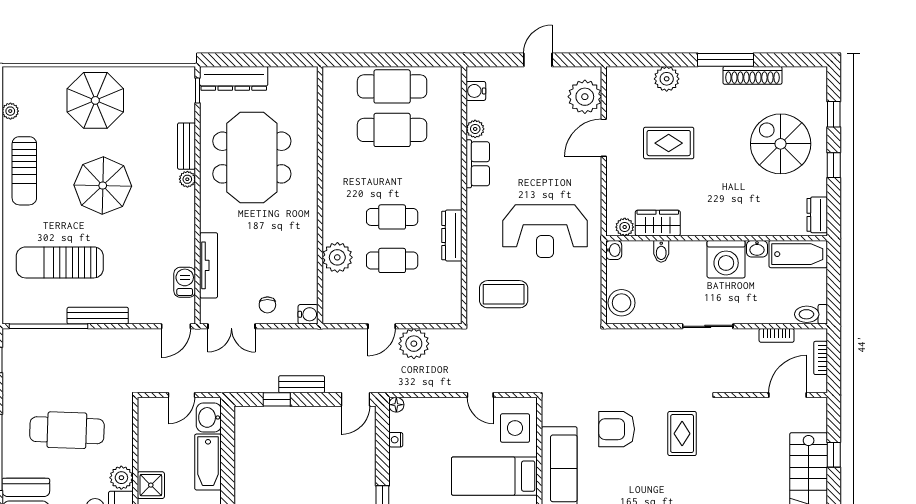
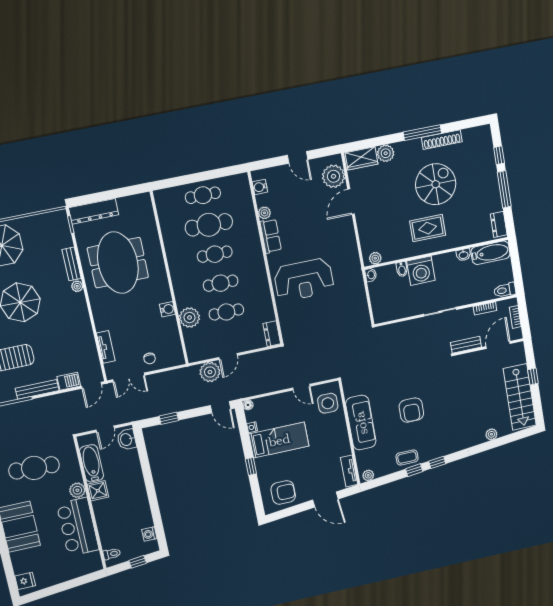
door: (538, 60) -> (298, 157), swing flipped
cafe table: (392, 86) -> (203, 195), width x0.73, depth x0.74
rug: (669, 143) -> (428, 228), moved
spiral stairs: (781, 144) -> (436, 184), moved, turned 90
window: (834, 165) -> (504, 189), width x2.17
cafe table: (392, 173) -> (215, 254), added
wardrobe: (658, 223) -> (362, 158), moved, turned 180
reception desk: (545, 231) -> (304, 280), moved
dresser: (452, 235) -> (272, 334), moved, width x0.70
washing machine: (726, 259) -> (421, 271), moved
tv unit: (209, 265) -> (106, 347), width x0.71
barbecue: (185, 282) -> (69, 381), moved, turned 90
coffee table: (504, 294) -> (304, 319), removed
stool: (622, 303) -> (382, 308), removed
water cooler: (308, 314) -> (167, 309), moved
plant: (414, 344) -> (210, 372), moved
bench: (302, 384) -> (466, 345), moved
door: (355, 399) -> (221, 407), hinge flipped
armchair: (617, 429) -> (411, 410), moved, turned -90
rug: (682, 434) -> (435, 384), removed
bathtub: (208, 462) -> (91, 463), moved, turned 180
bed: (494, 476) -> (279, 440), moved, turned 180

